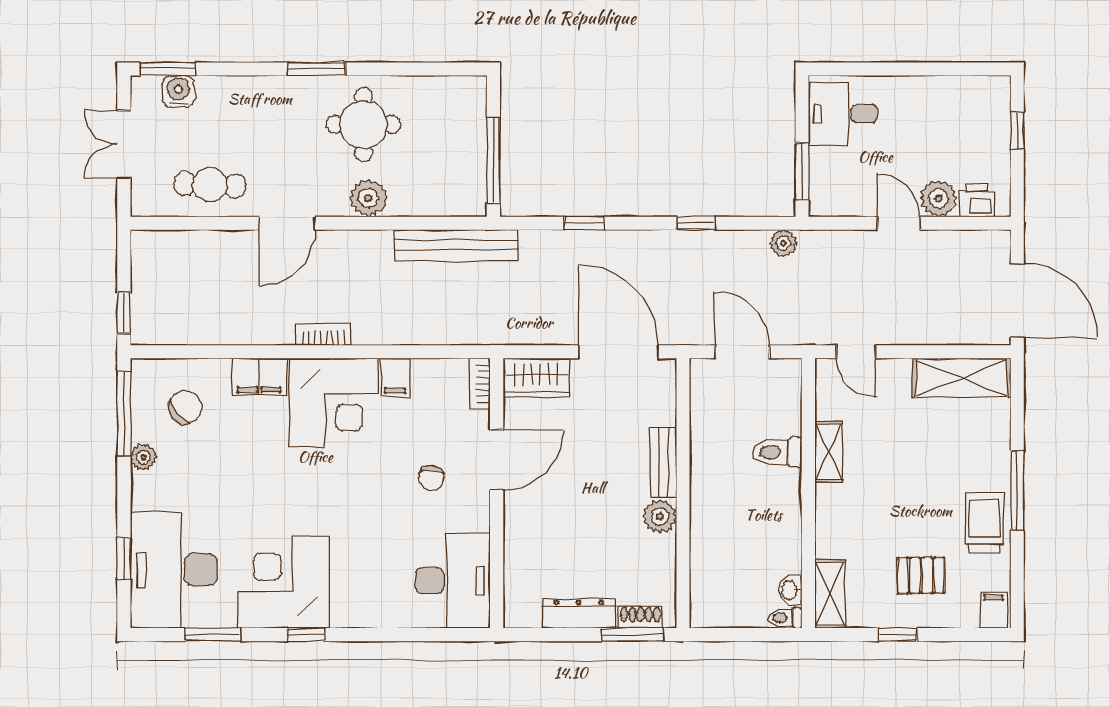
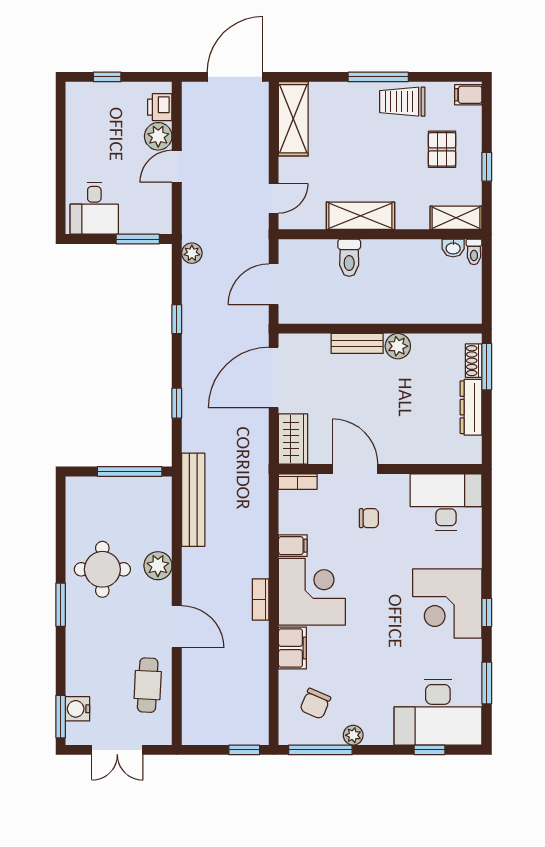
chair: (185, 407) -> (315, 704), turned -118
shelving: (828, 452) -> (360, 216), width x1.50, depth x1.33
corner desk: (283, 582) -> (447, 604), moved

